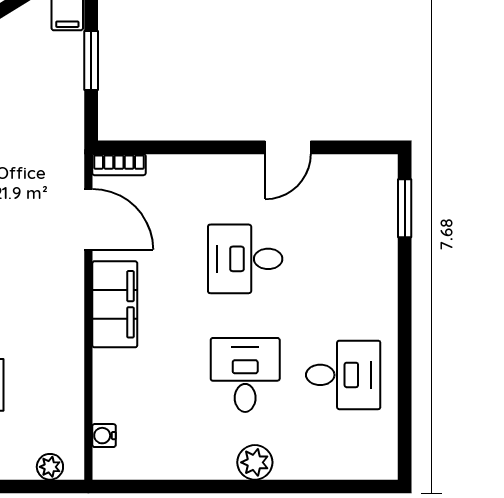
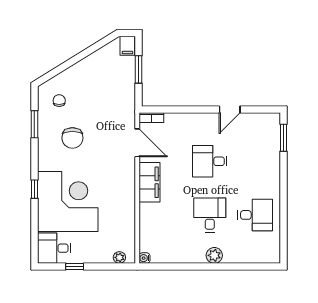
water cooler: (104, 436) -> (144, 258), moved

